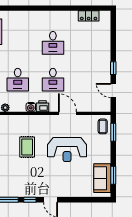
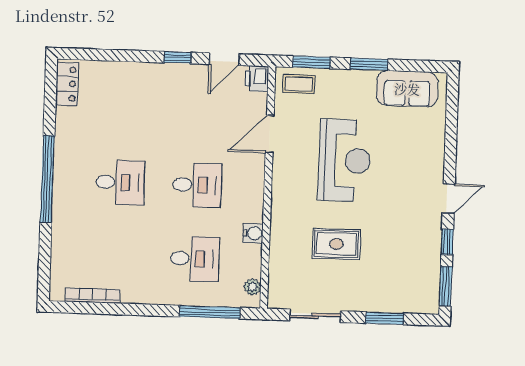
window: (53, 8) -> (47, 179), added
locker: (89, 16) -> (67, 84), moved
printer: (42, 106) -> (257, 79), moved
door: (67, 113) -> (270, 134), moved
window: (113, 175) -> (369, 64), moved

